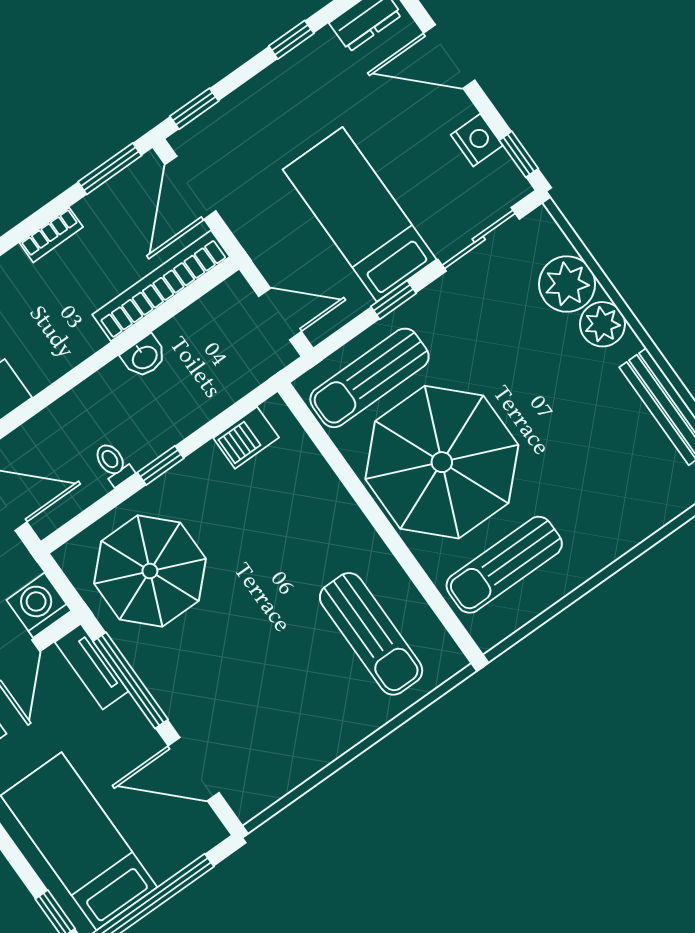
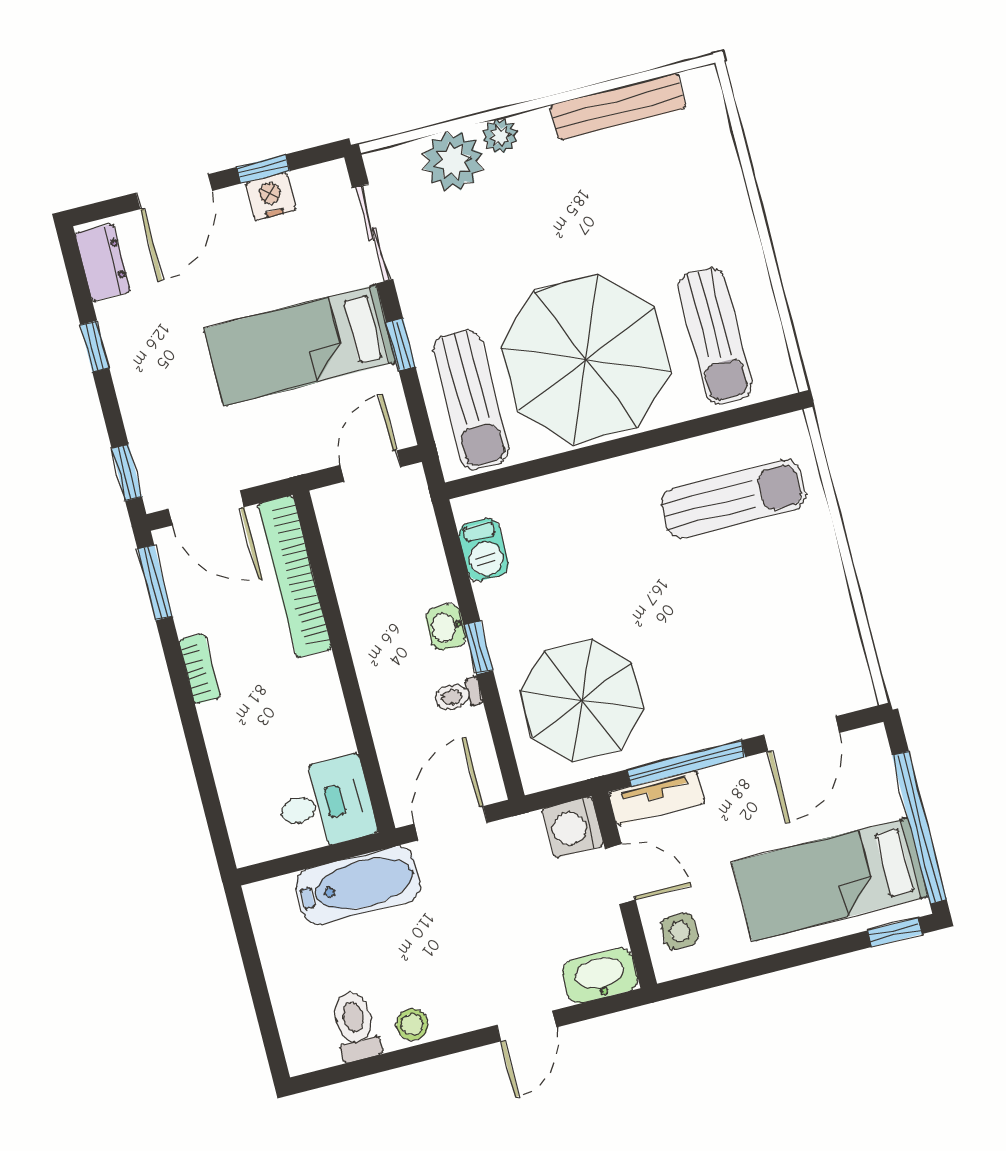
window: (519, 154) -> (263, 169), moved
plant: (602, 324) -> (500, 136), width x0.73, depth x0.73
washbasin: (144, 357) -> (446, 627), moved, turned 180

